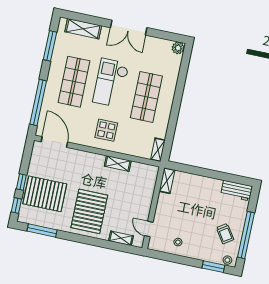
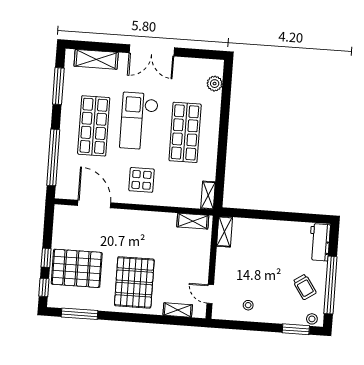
plant: (178, 48) -> (215, 84), moved
door: (54, 142) -> (94, 204), moved
shelving: (118, 163) -> (193, 221), moved
workbench: (237, 191) -> (320, 242), moved, turned 90

